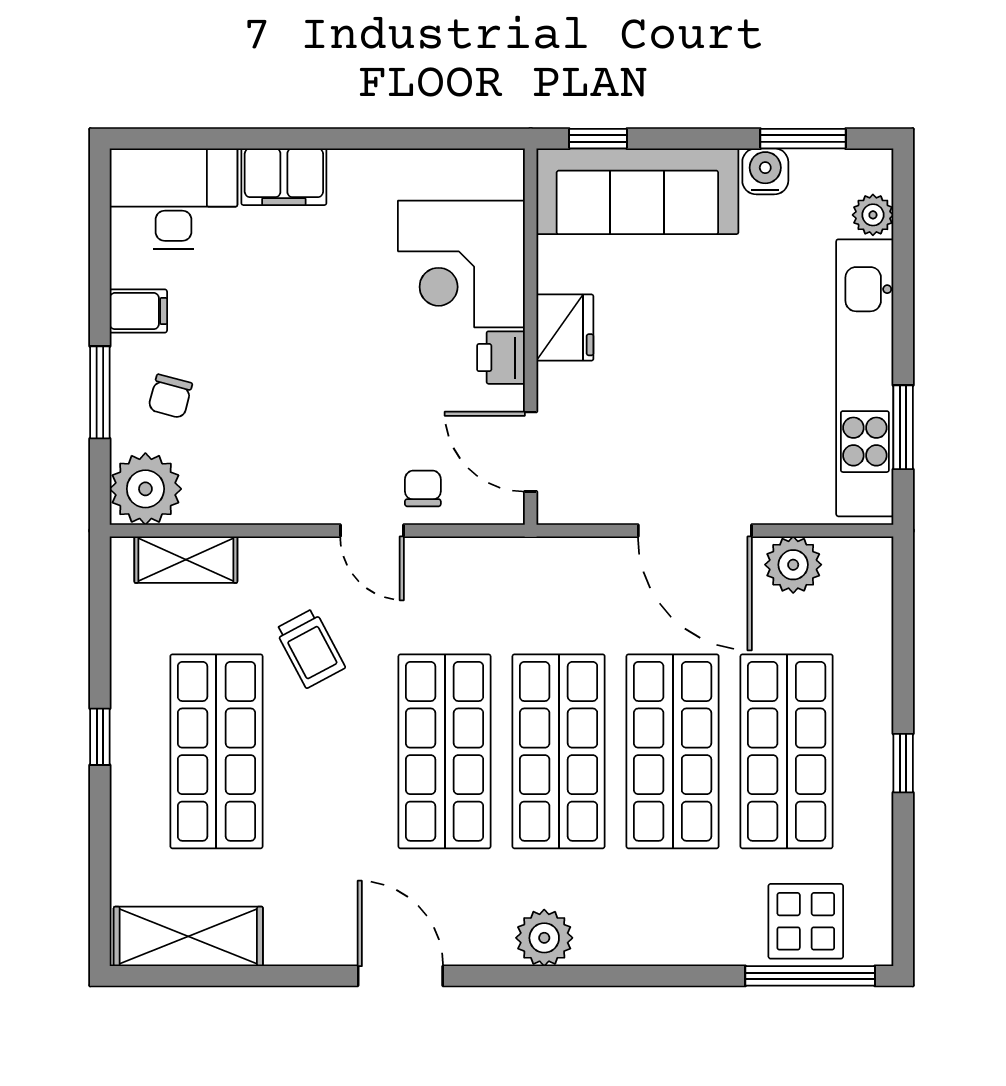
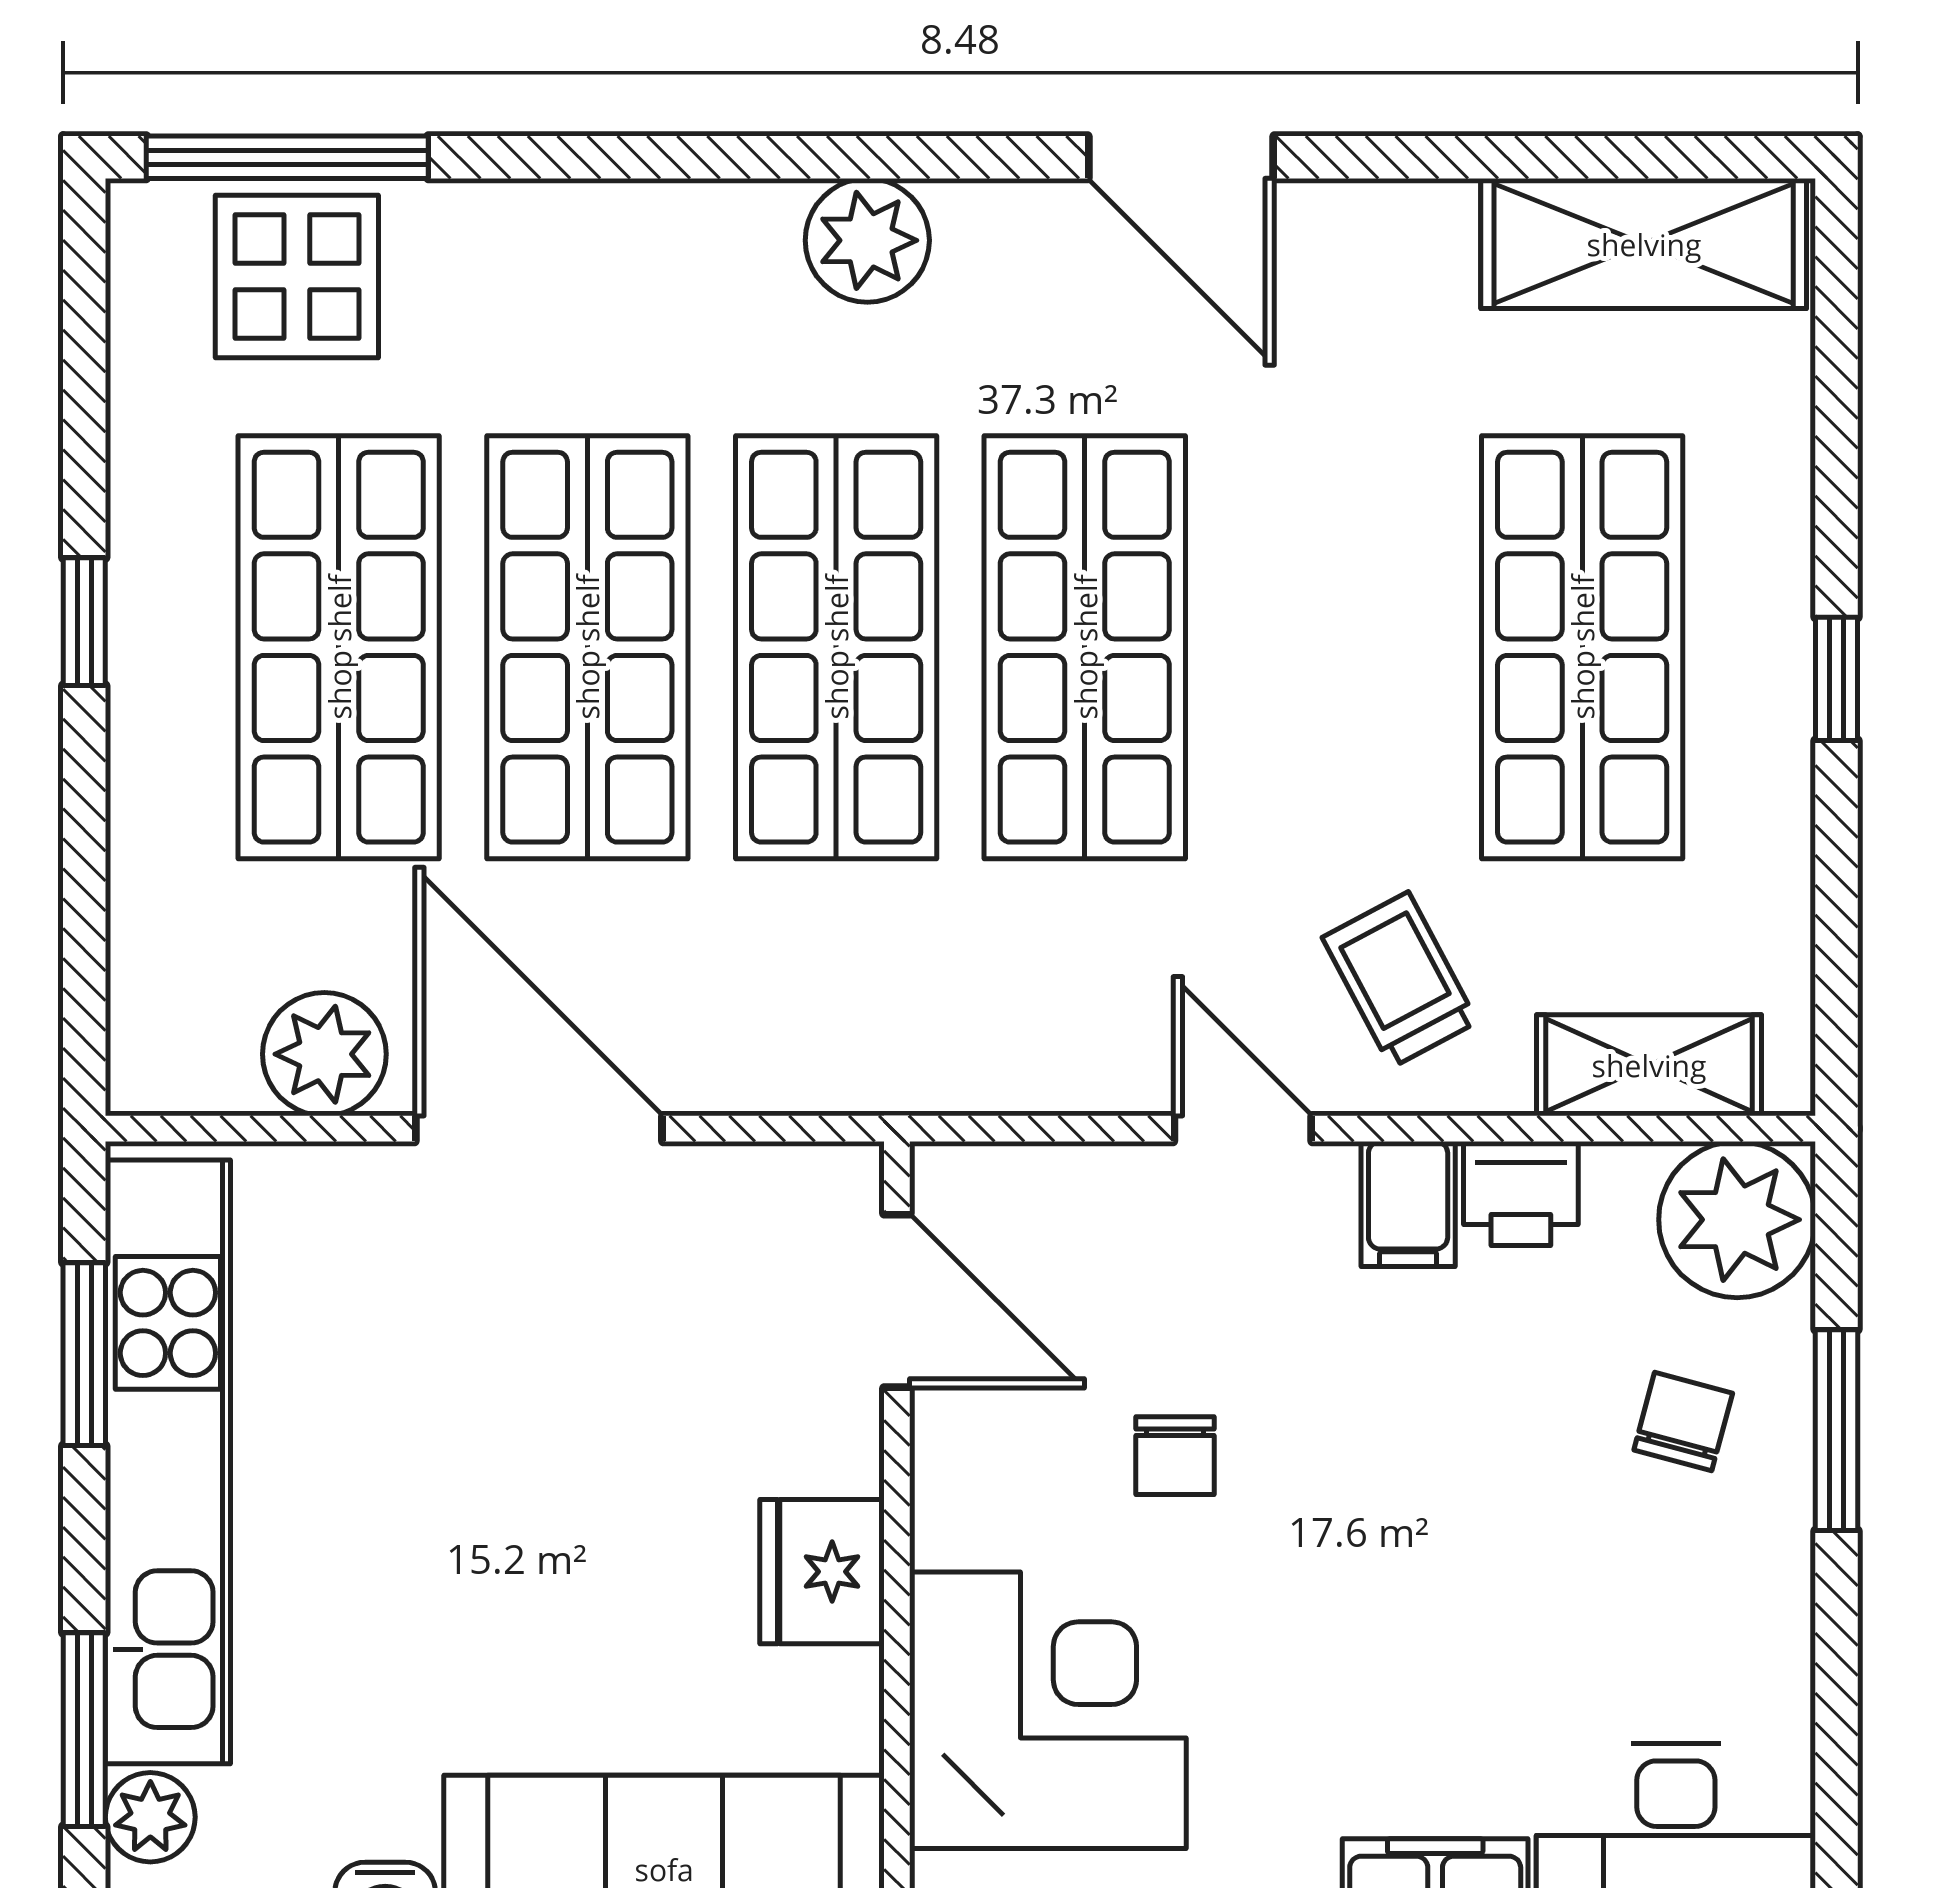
window: (903, 255) -> (84, 1730), added
filing cabinet: (138, 311) -> (1408, 1204), moved, turned -90
printer: (501, 358) -> (1521, 1193), moved, turned 90
chair: (423, 488) -> (1175, 1456), moved
trolley: (310, 648) -> (1400, 980), moved

